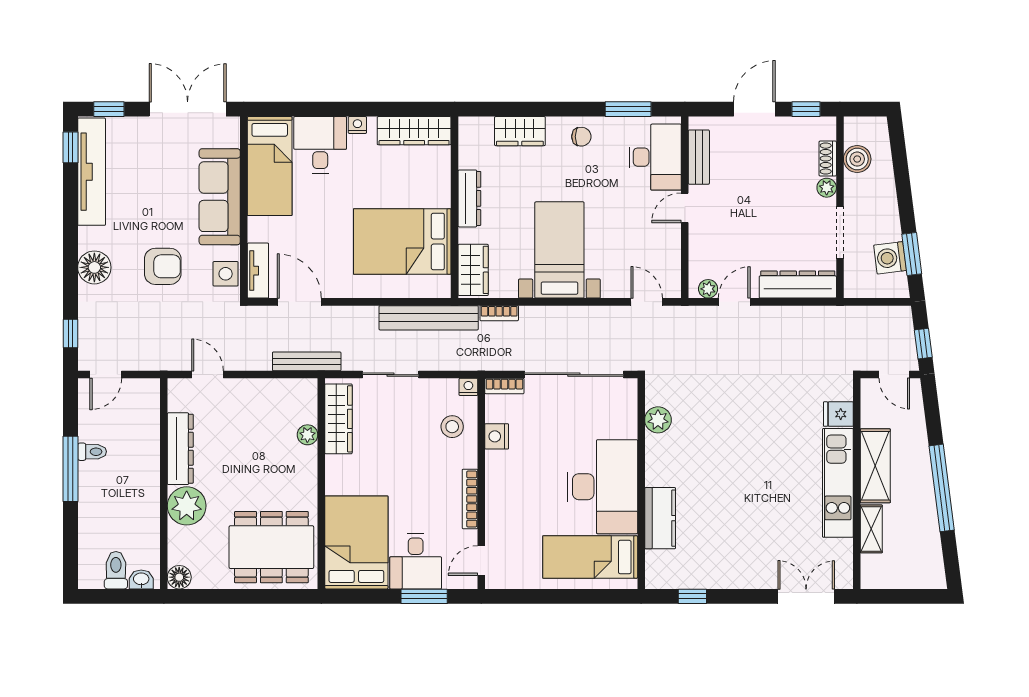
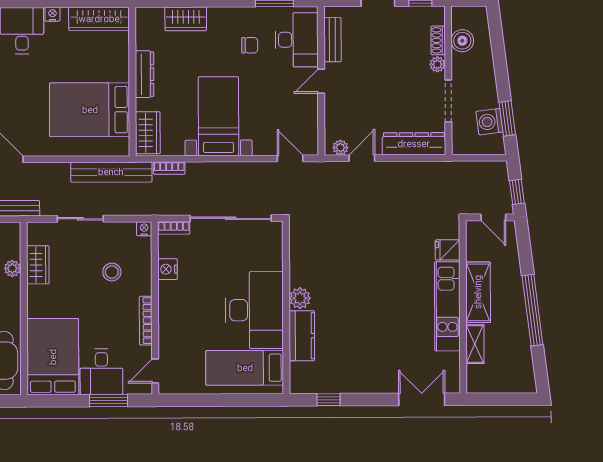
chair: (581, 137) -> (250, 45), moved
wardrobe: (338, 419) -> (38, 265), width x0.67
plant: (658, 420) -> (300, 298), moved
stool: (452, 427) -> (112, 272), moved

